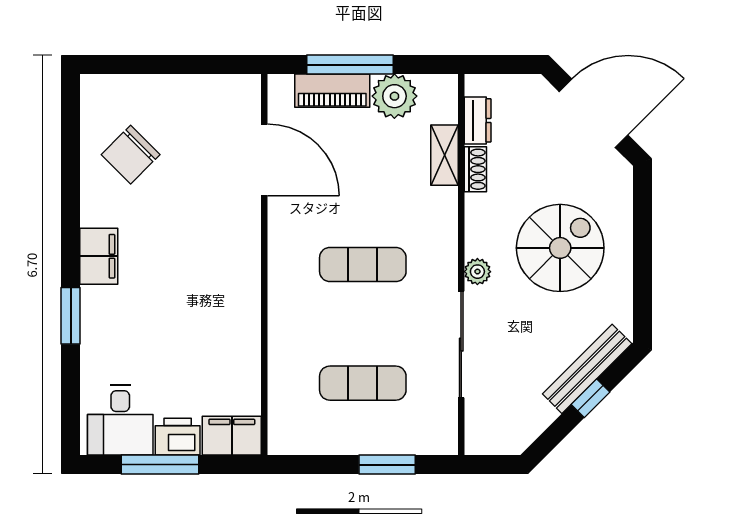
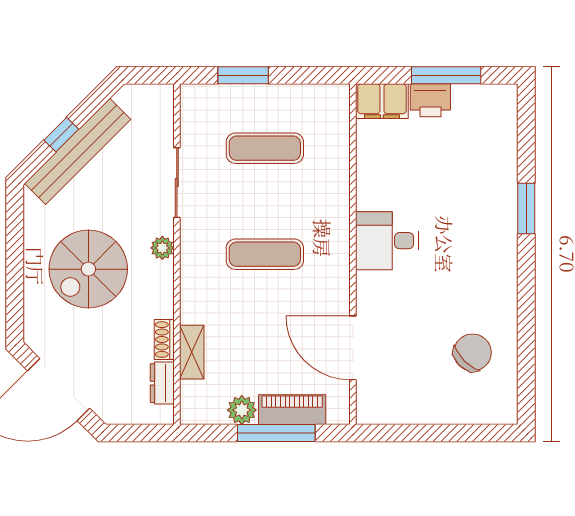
plant: (394, 96) -> (242, 410), width x0.73, depth x0.73
filing cabinet: (99, 256) -> (501, 262), removed
sliding door: (461, 345) -> (177, 183), width x0.73
bench: (587, 369) -> (78, 151), width x1.37, depth x1.21
desk: (120, 420) -> (387, 241), moved, turned -90

